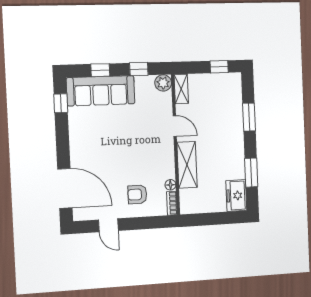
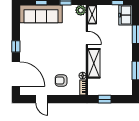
window: (61, 103) -> (16, 46), moved
freezer: (236, 196) -> (125, 15), moved
window: (206, 219) -> (105, 99), added

